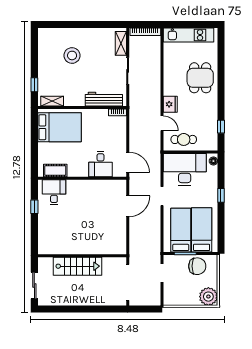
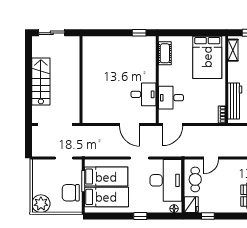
fridge: (170, 104) -> (191, 205), moved, turned -90
desk: (54, 192) -> (143, 94), moved
window: (34, 207) -> (139, 33), moved
stairs: (78, 266) -> (41, 82), moved, turned 180
chair: (197, 266) -> (71, 193), turned 90

